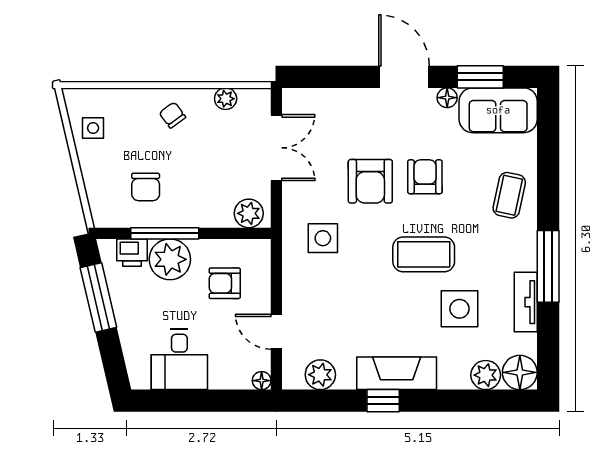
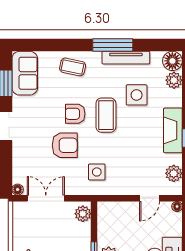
floor lamp: (447, 98) -> (18, 190), moved
plant: (226, 99) -> (18, 227), removed
armchair: (425, 177) -> (75, 114), moved
armchair: (225, 283) -> (122, 227), removed
tv unit: (526, 302) -> (126, 58), width x1.41

